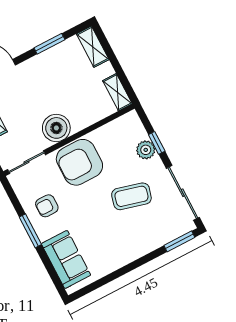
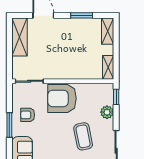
boiler: (56, 128) -> (59, 70), removed
window: (157, 143) -> (116, 97), moved
coffee table: (131, 196) -> (83, 136), turned 64

